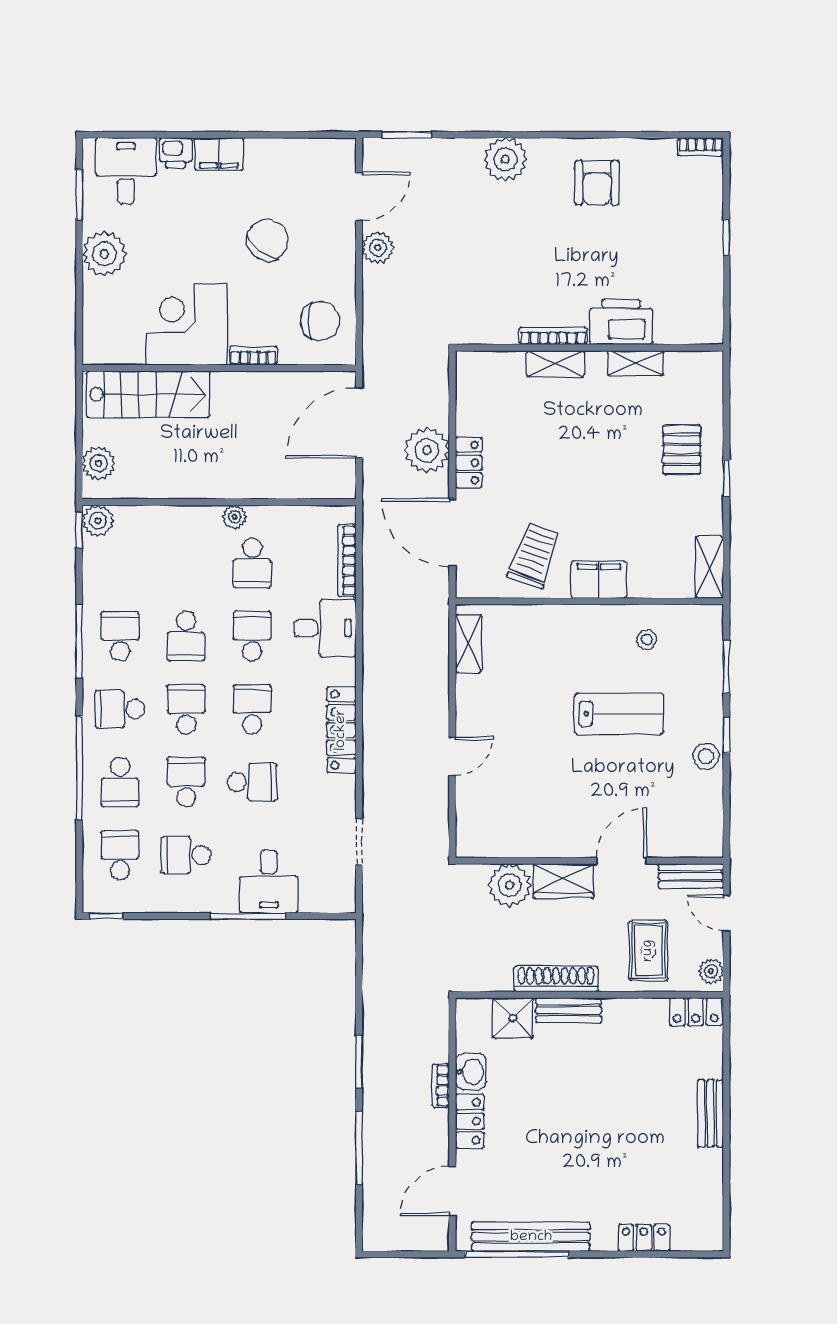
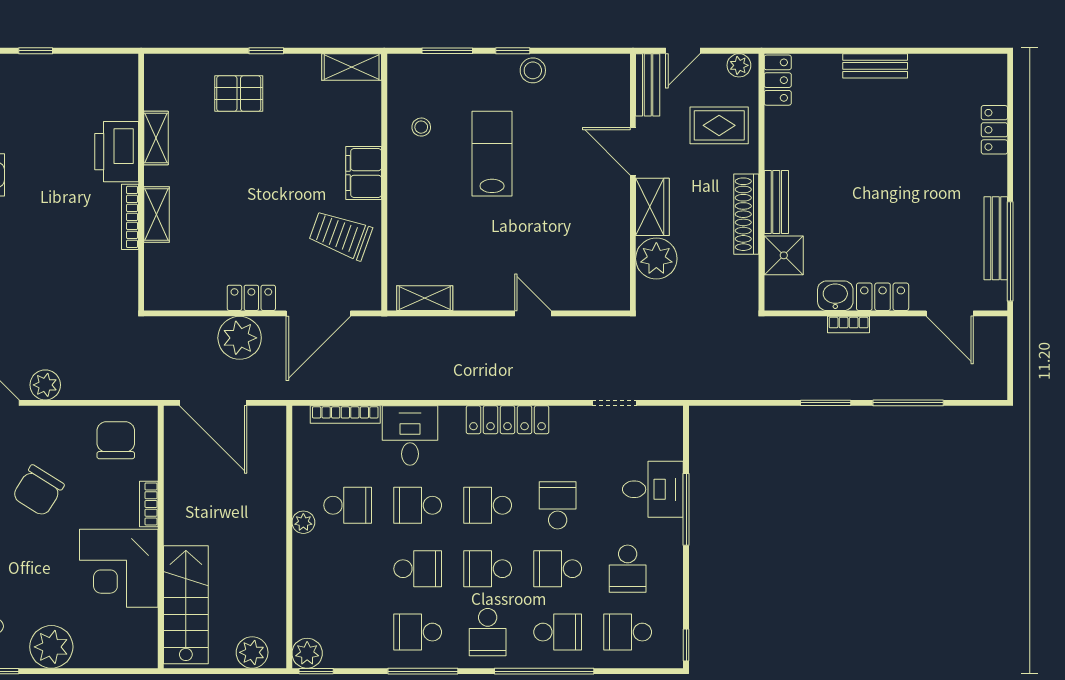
chair: (267, 240) -> (38, 491), turned -96
bench: (531, 1237) -> (996, 238), width x0.73, depth x0.82

